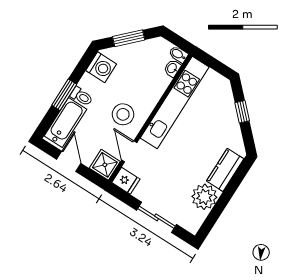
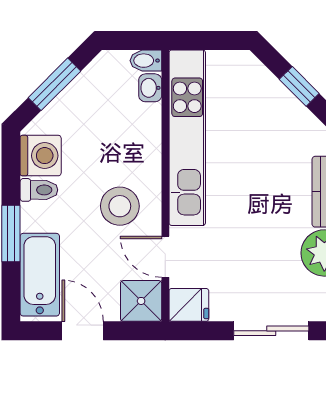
toilet: (81, 96) -> (39, 190), moved

